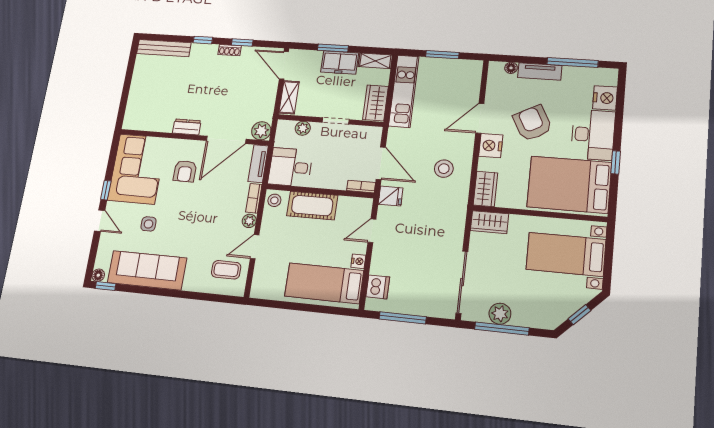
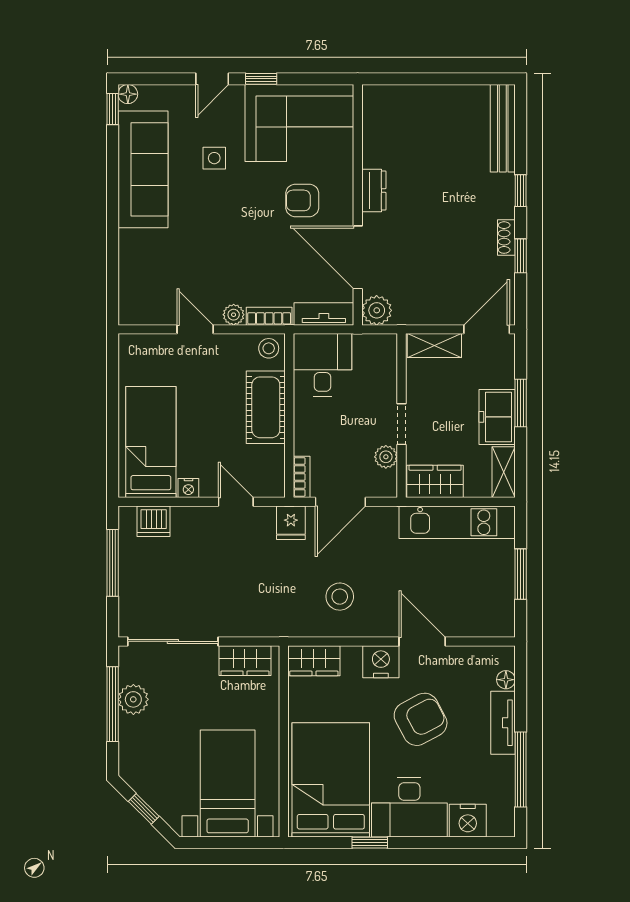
plant: (303, 128) -> (386, 457), moved
wardrobe: (489, 222) -> (245, 661), moved, turned -90
coffee table: (226, 270) -> (156, 292), removed

